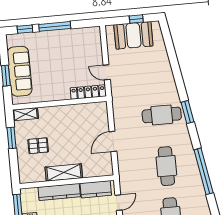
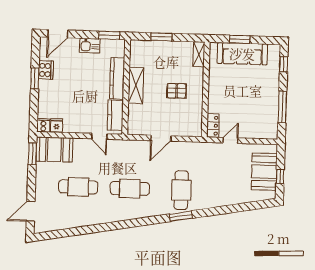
window: (55, 26) -> (282, 107), moved
locker: (88, 92) -> (213, 126), width x0.66
window: (11, 138) -> (161, 37), moved
door: (113, 141) -> (161, 138), swing flipped
pallet: (38, 146) -> (177, 91), moved, turned 90
window: (204, 171) -> (120, 225), removed

